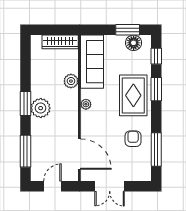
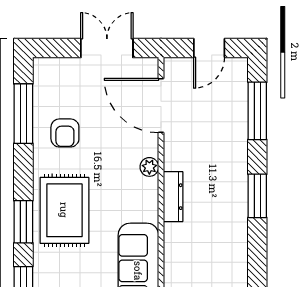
plant: (71, 81) -> (176, 236), removed
dresser: (73, 103) -> (173, 197), added
plant: (86, 104) -> (149, 167), moved
plant: (41, 108) -> (230, 188), removed

